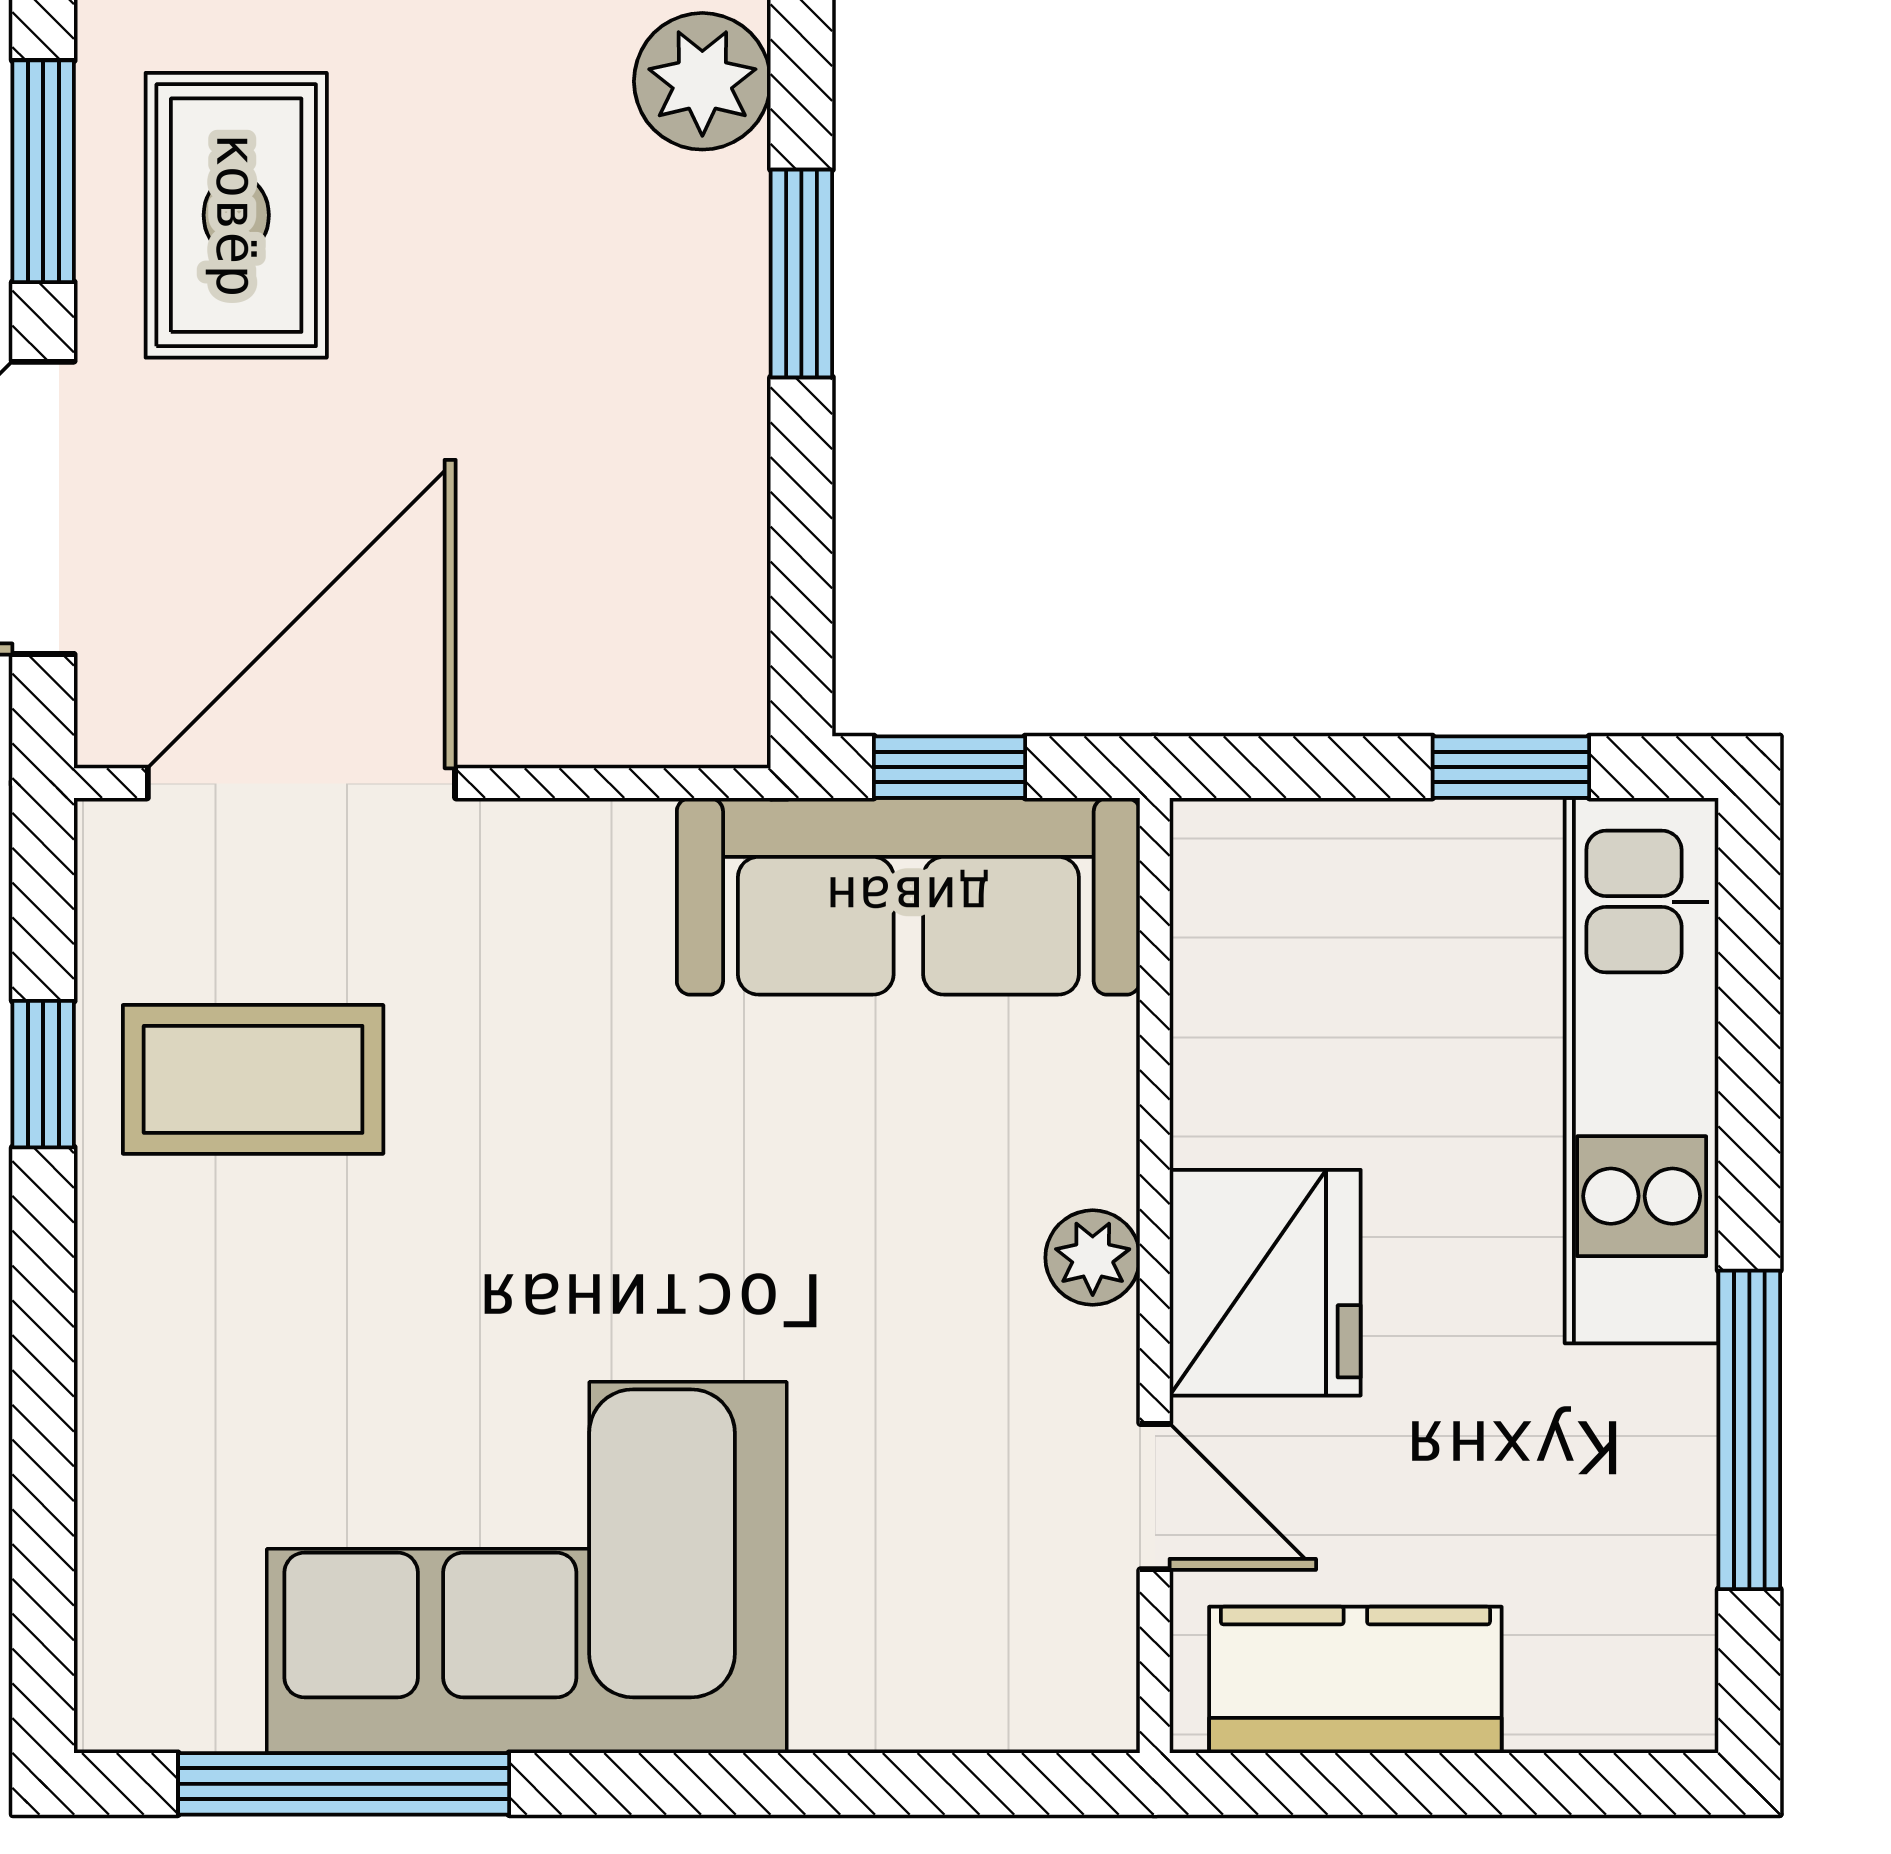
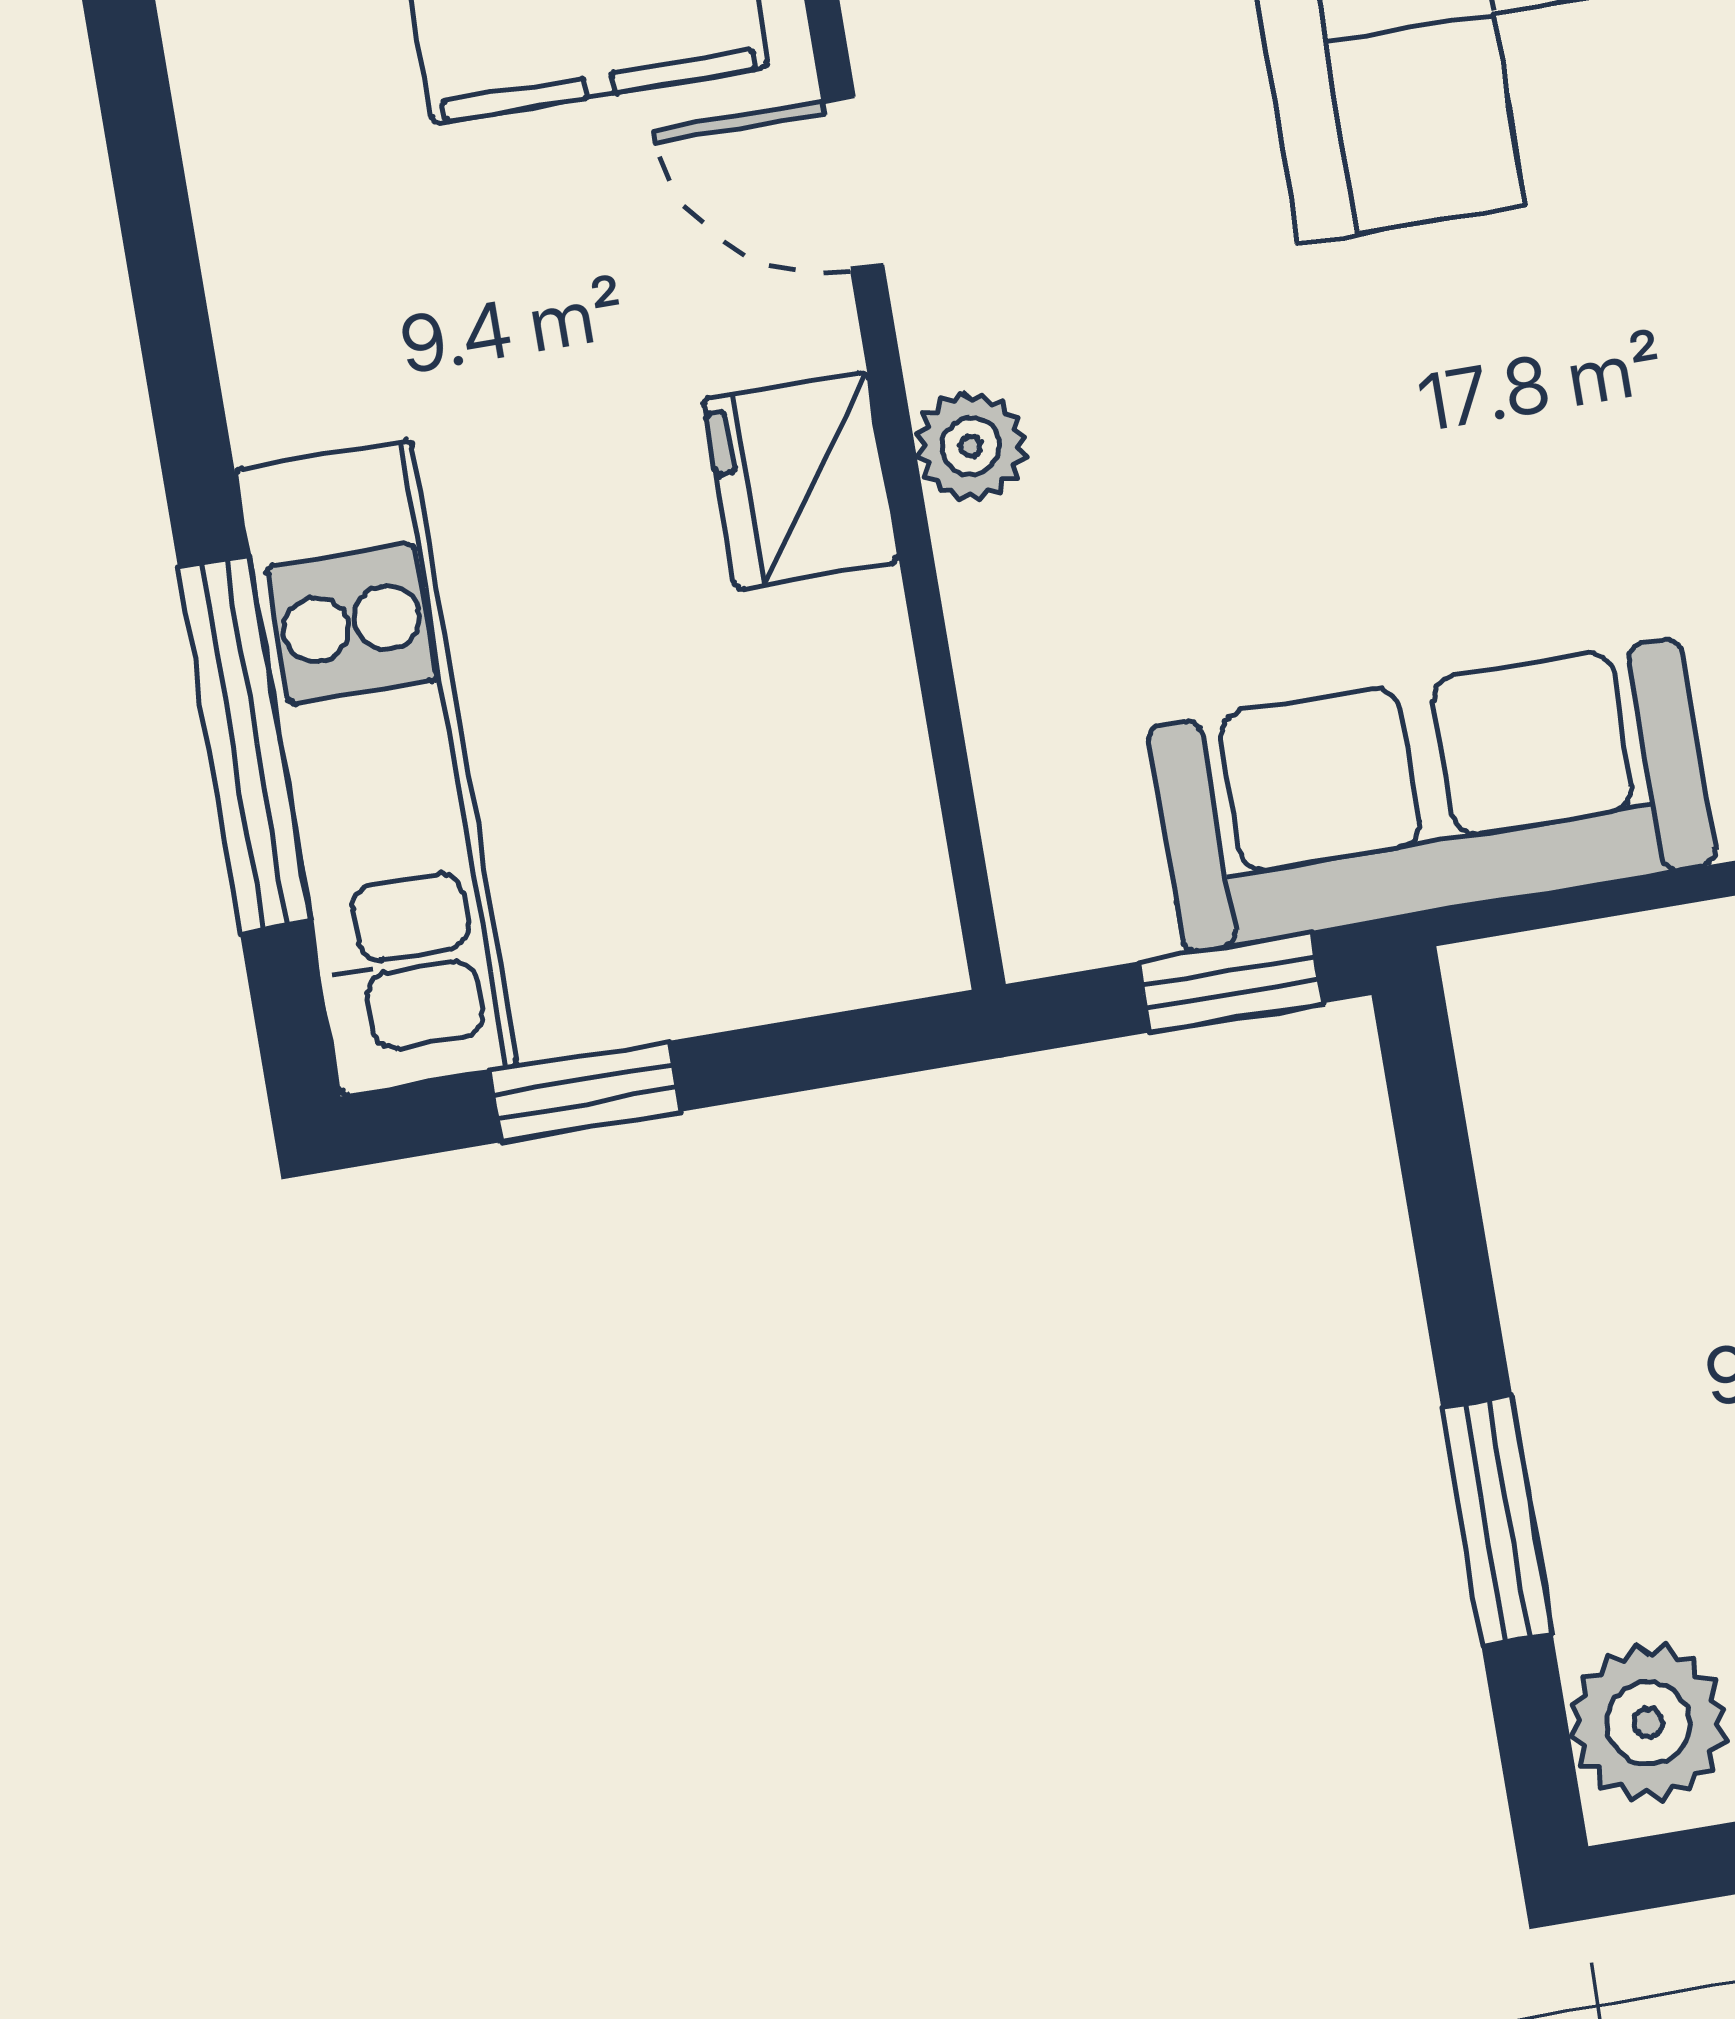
sofa: (908, 896) -> (1432, 795), moved
fridge: (1265, 1283) -> (801, 481), width x0.73, depth x0.75
window: (1749, 1430) -> (245, 744), moved

